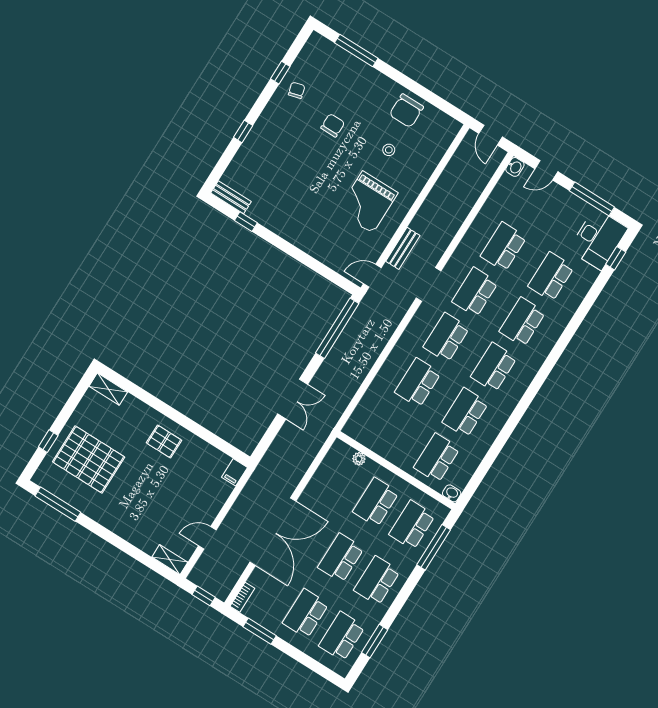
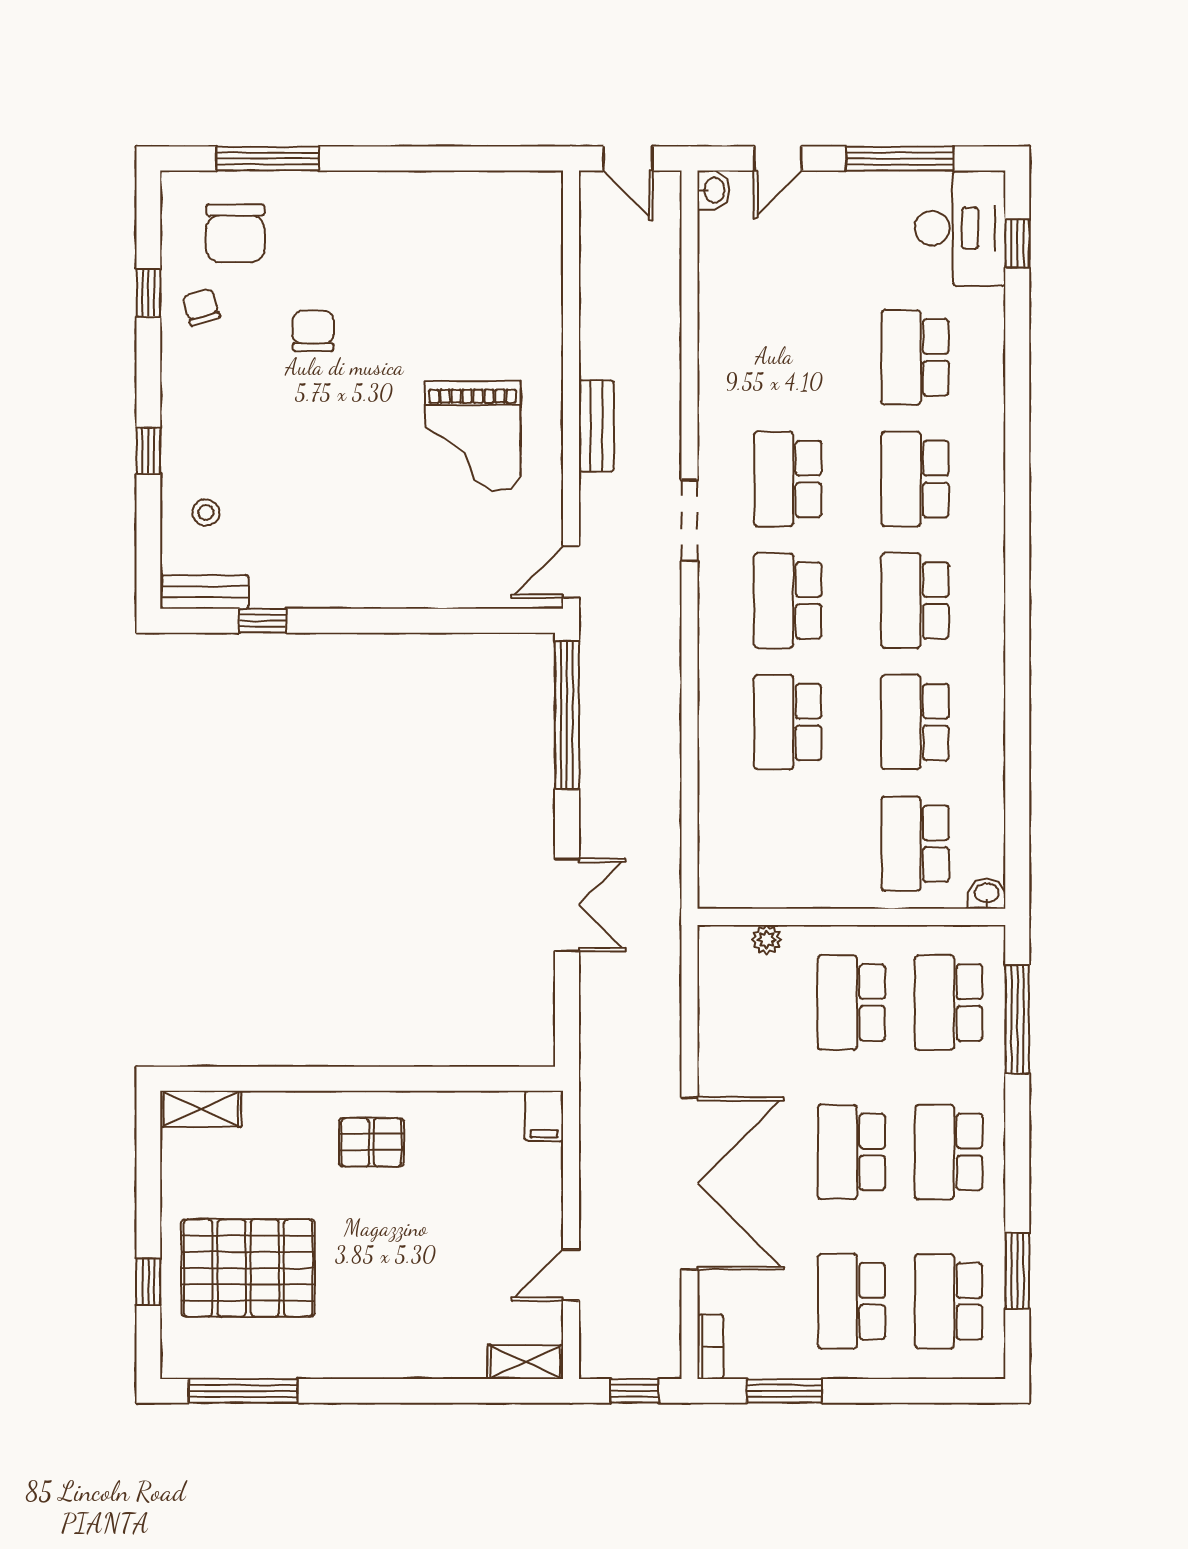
chair: (406, 111) -> (235, 233), moved
stool: (389, 150) -> (206, 512), moved
school desk: (503, 247) -> (788, 357), removed
bench: (403, 248) -> (596, 426), moved

